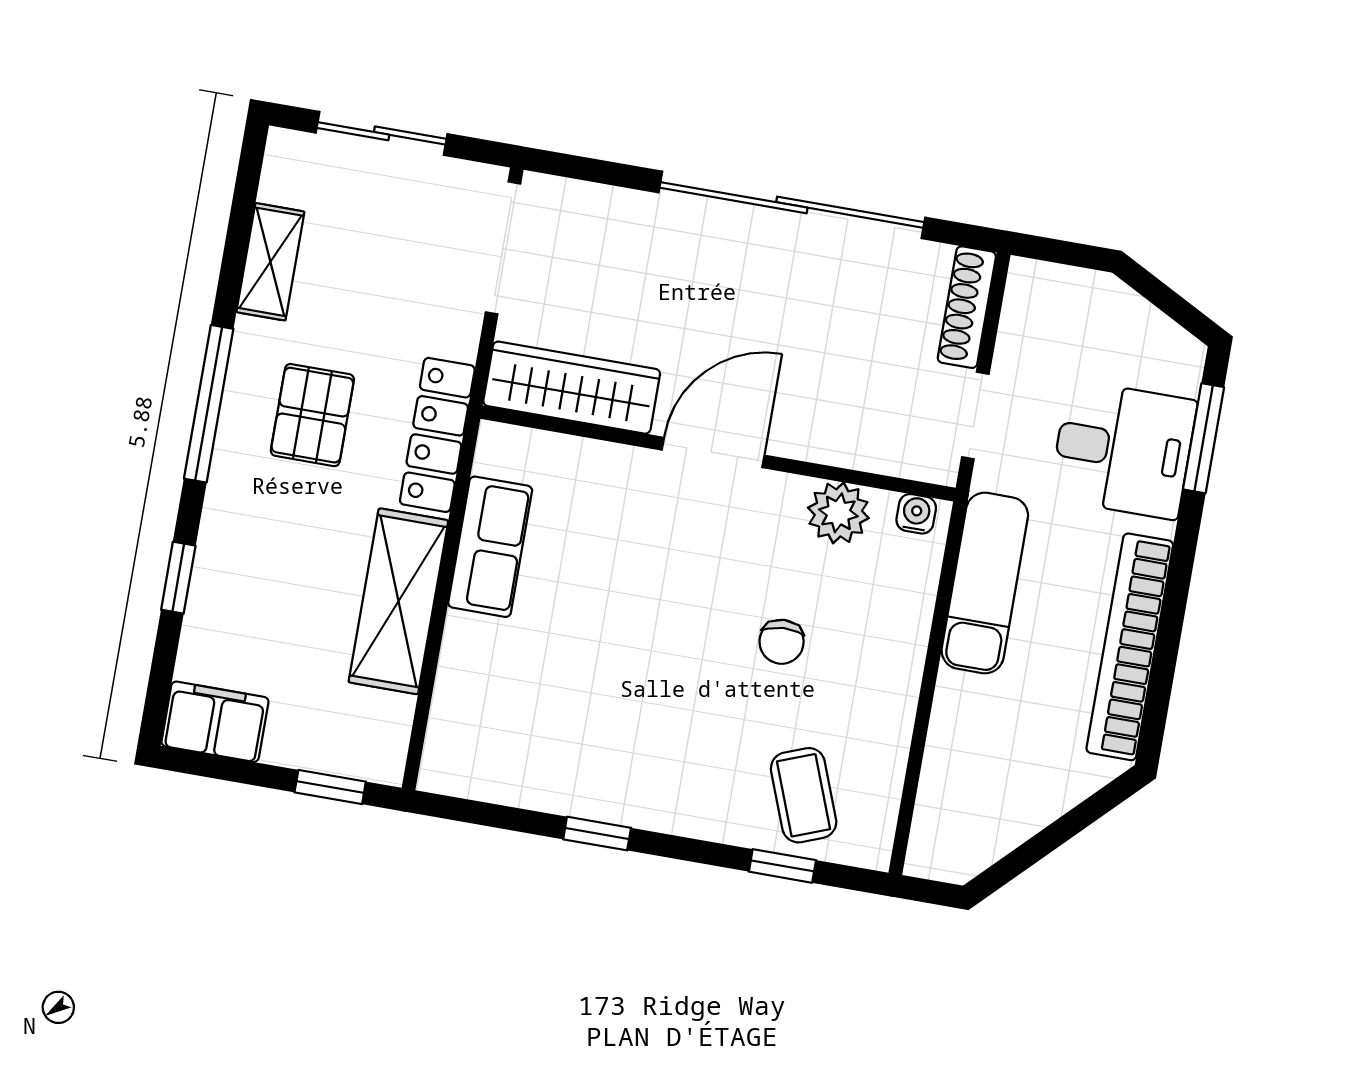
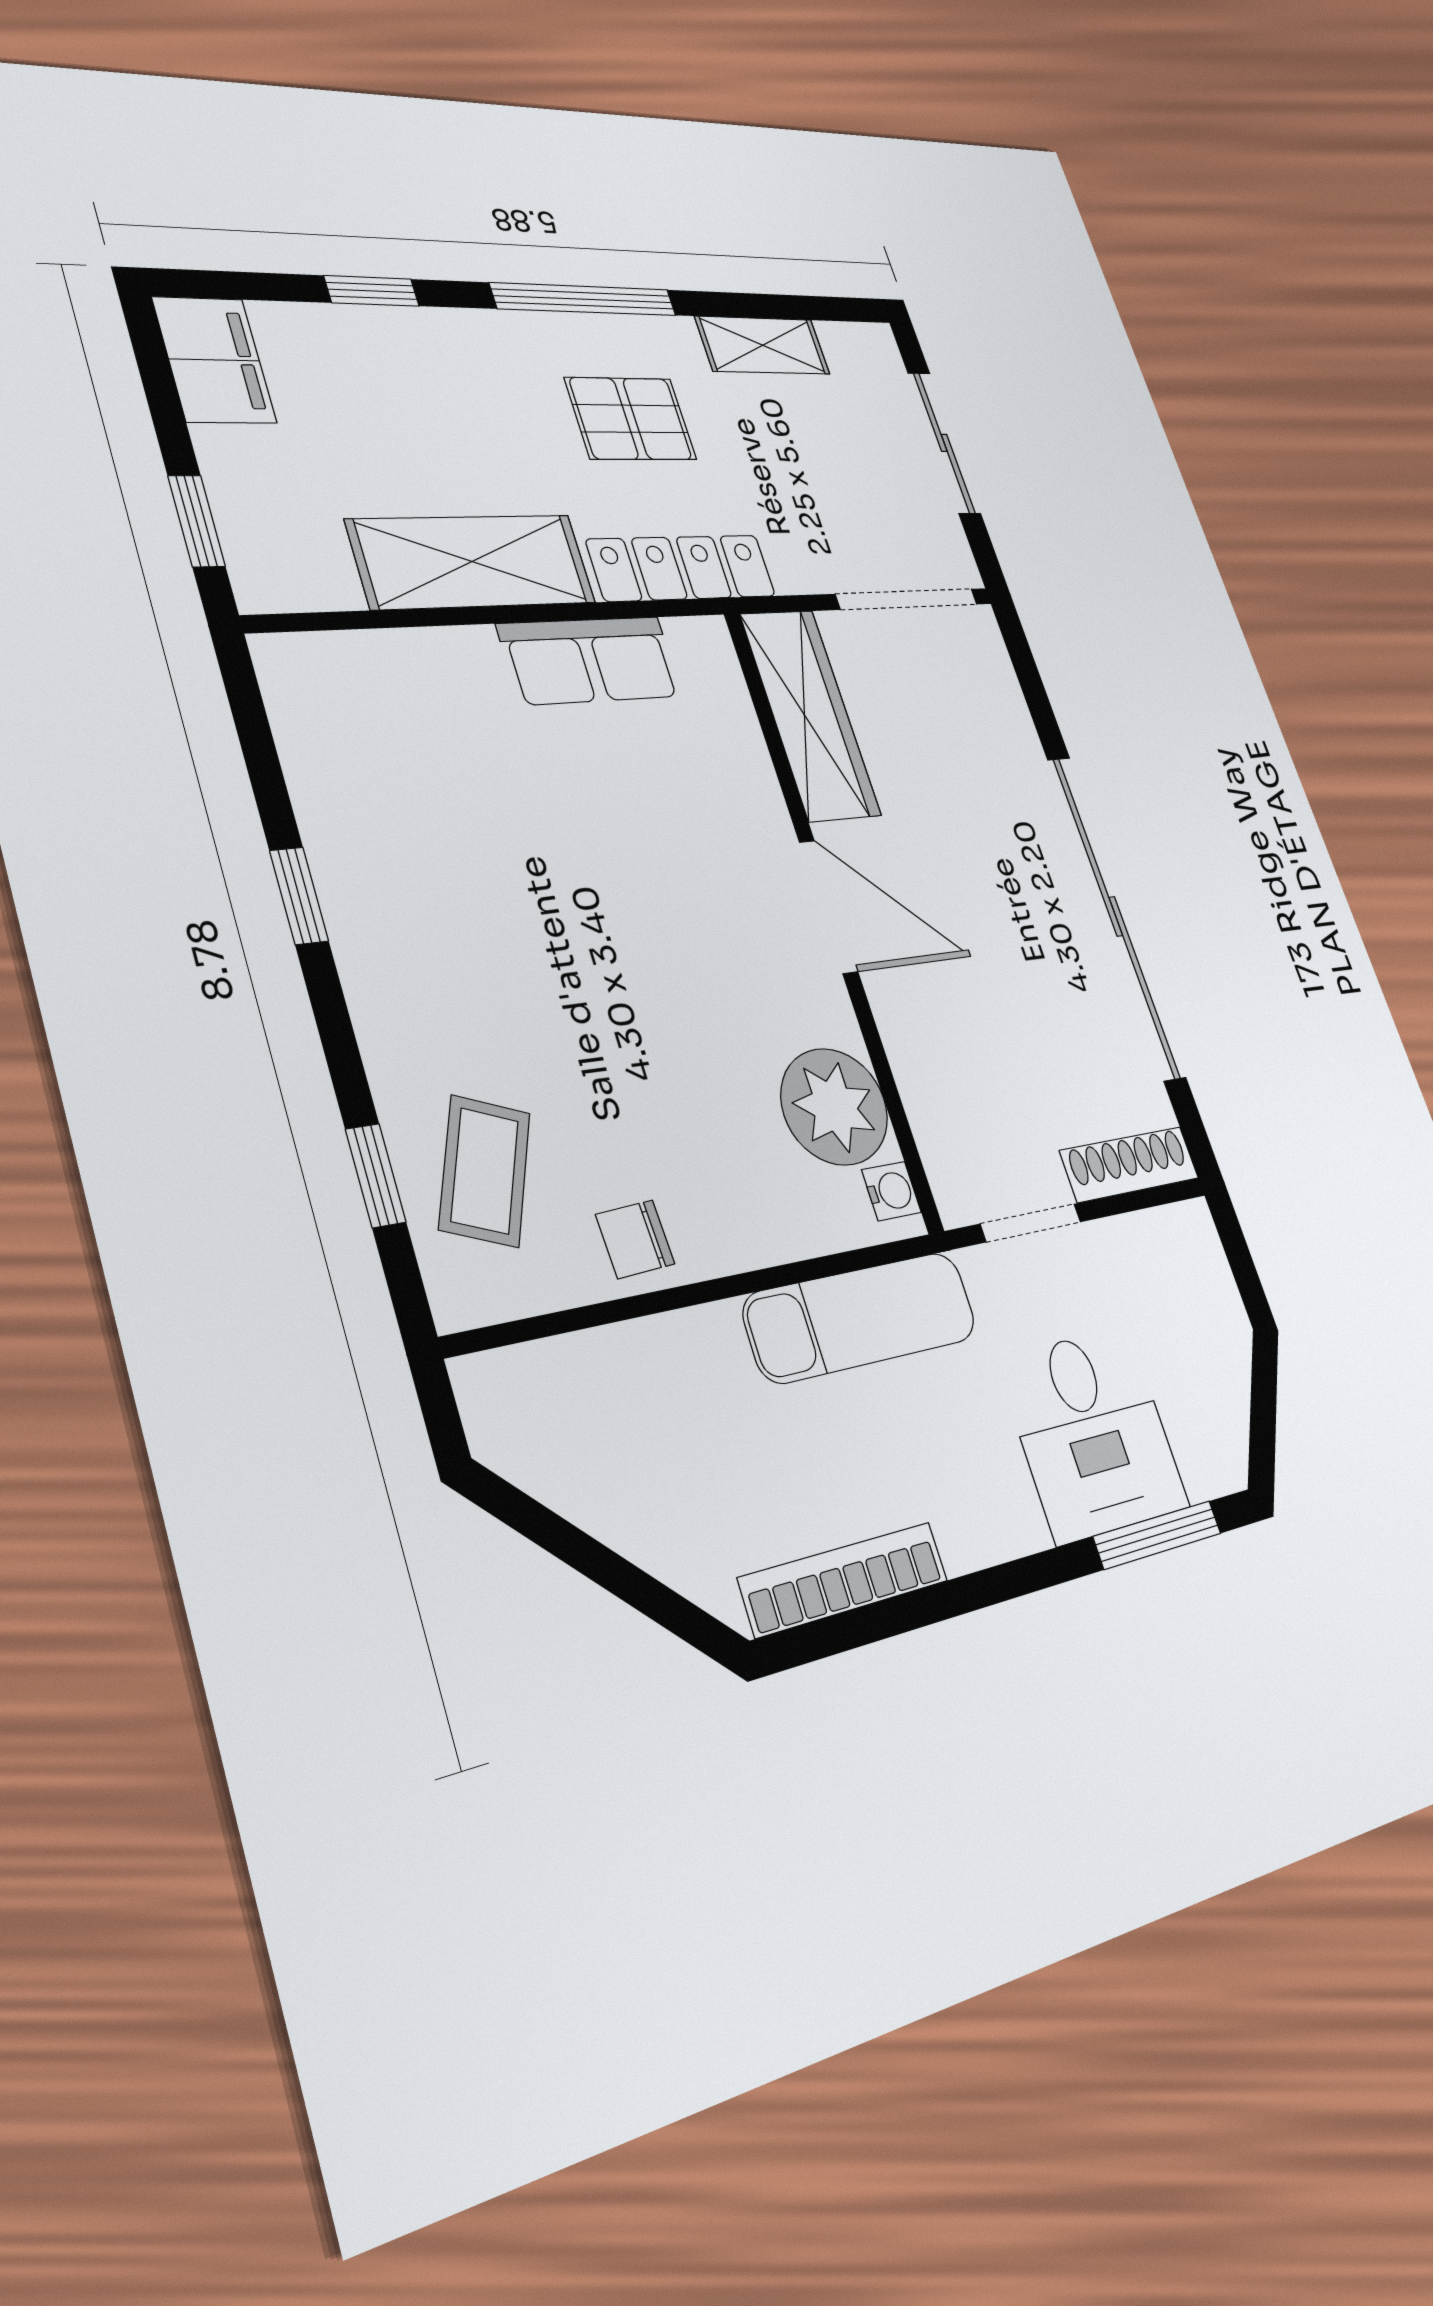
plant: (838, 513) -> (834, 1107), width x1.36, depth x1.36
chair: (782, 642) -> (635, 1239), moved
bookcase: (1130, 647) -> (844, 1579), width x0.68, depth x0.76
coffee table: (804, 795) -> (485, 1171), turned -47

